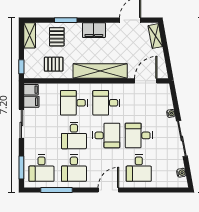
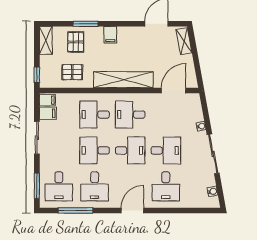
filing cabinet: (94, 30) -> (110, 35), width x0.50
desk: (74, 135) -> (95, 150), turned 90
desk: (139, 135) -> (166, 150), turned 180

